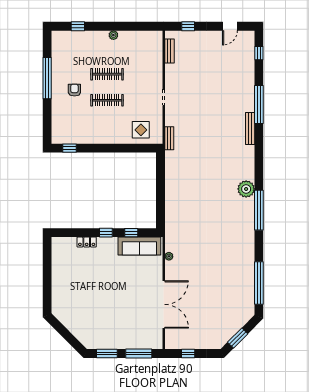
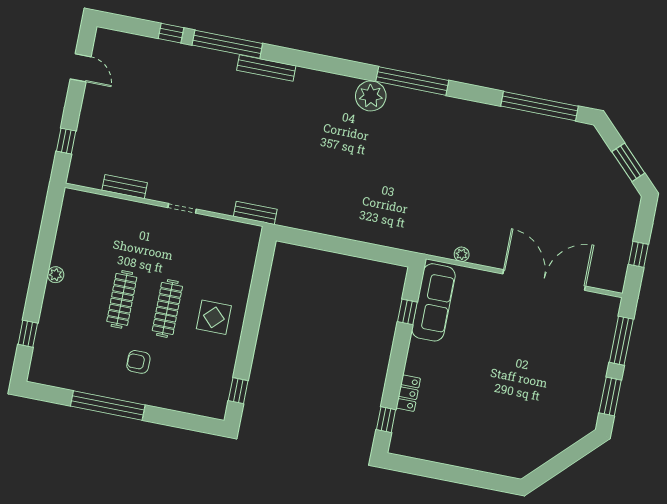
bench: (169, 51) -> (125, 187), moved
window: (259, 53) -> (171, 33), moved
display table: (141, 130) -> (214, 317), moved
window: (106, 233) -> (386, 420), moved

